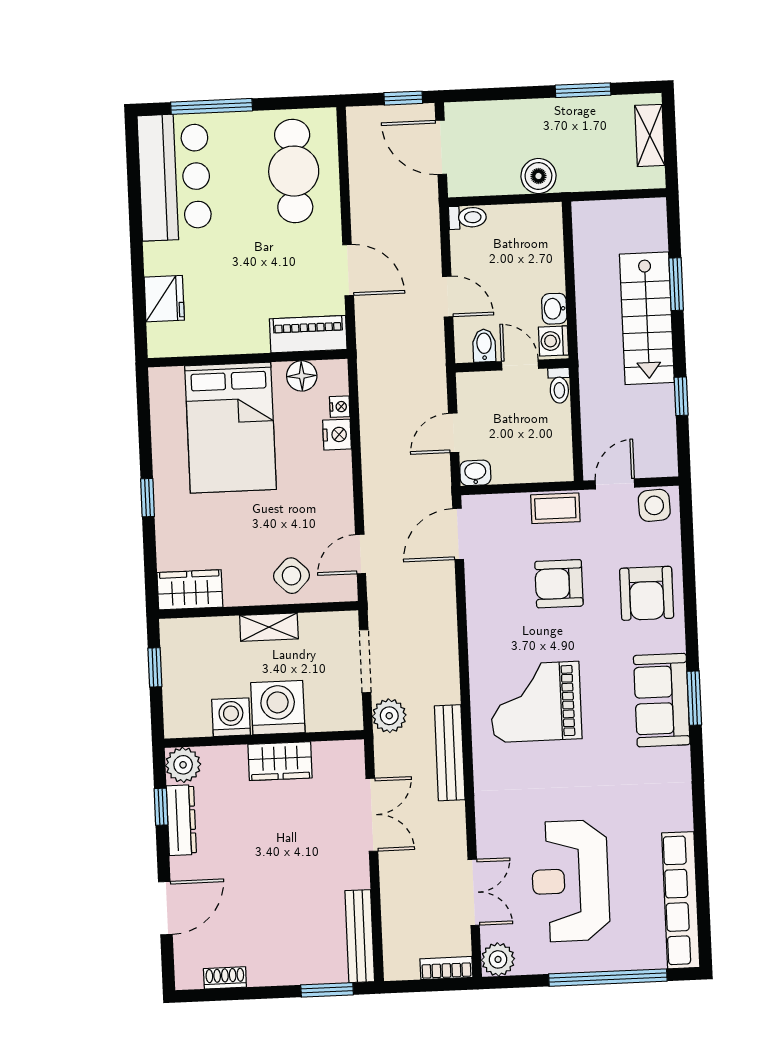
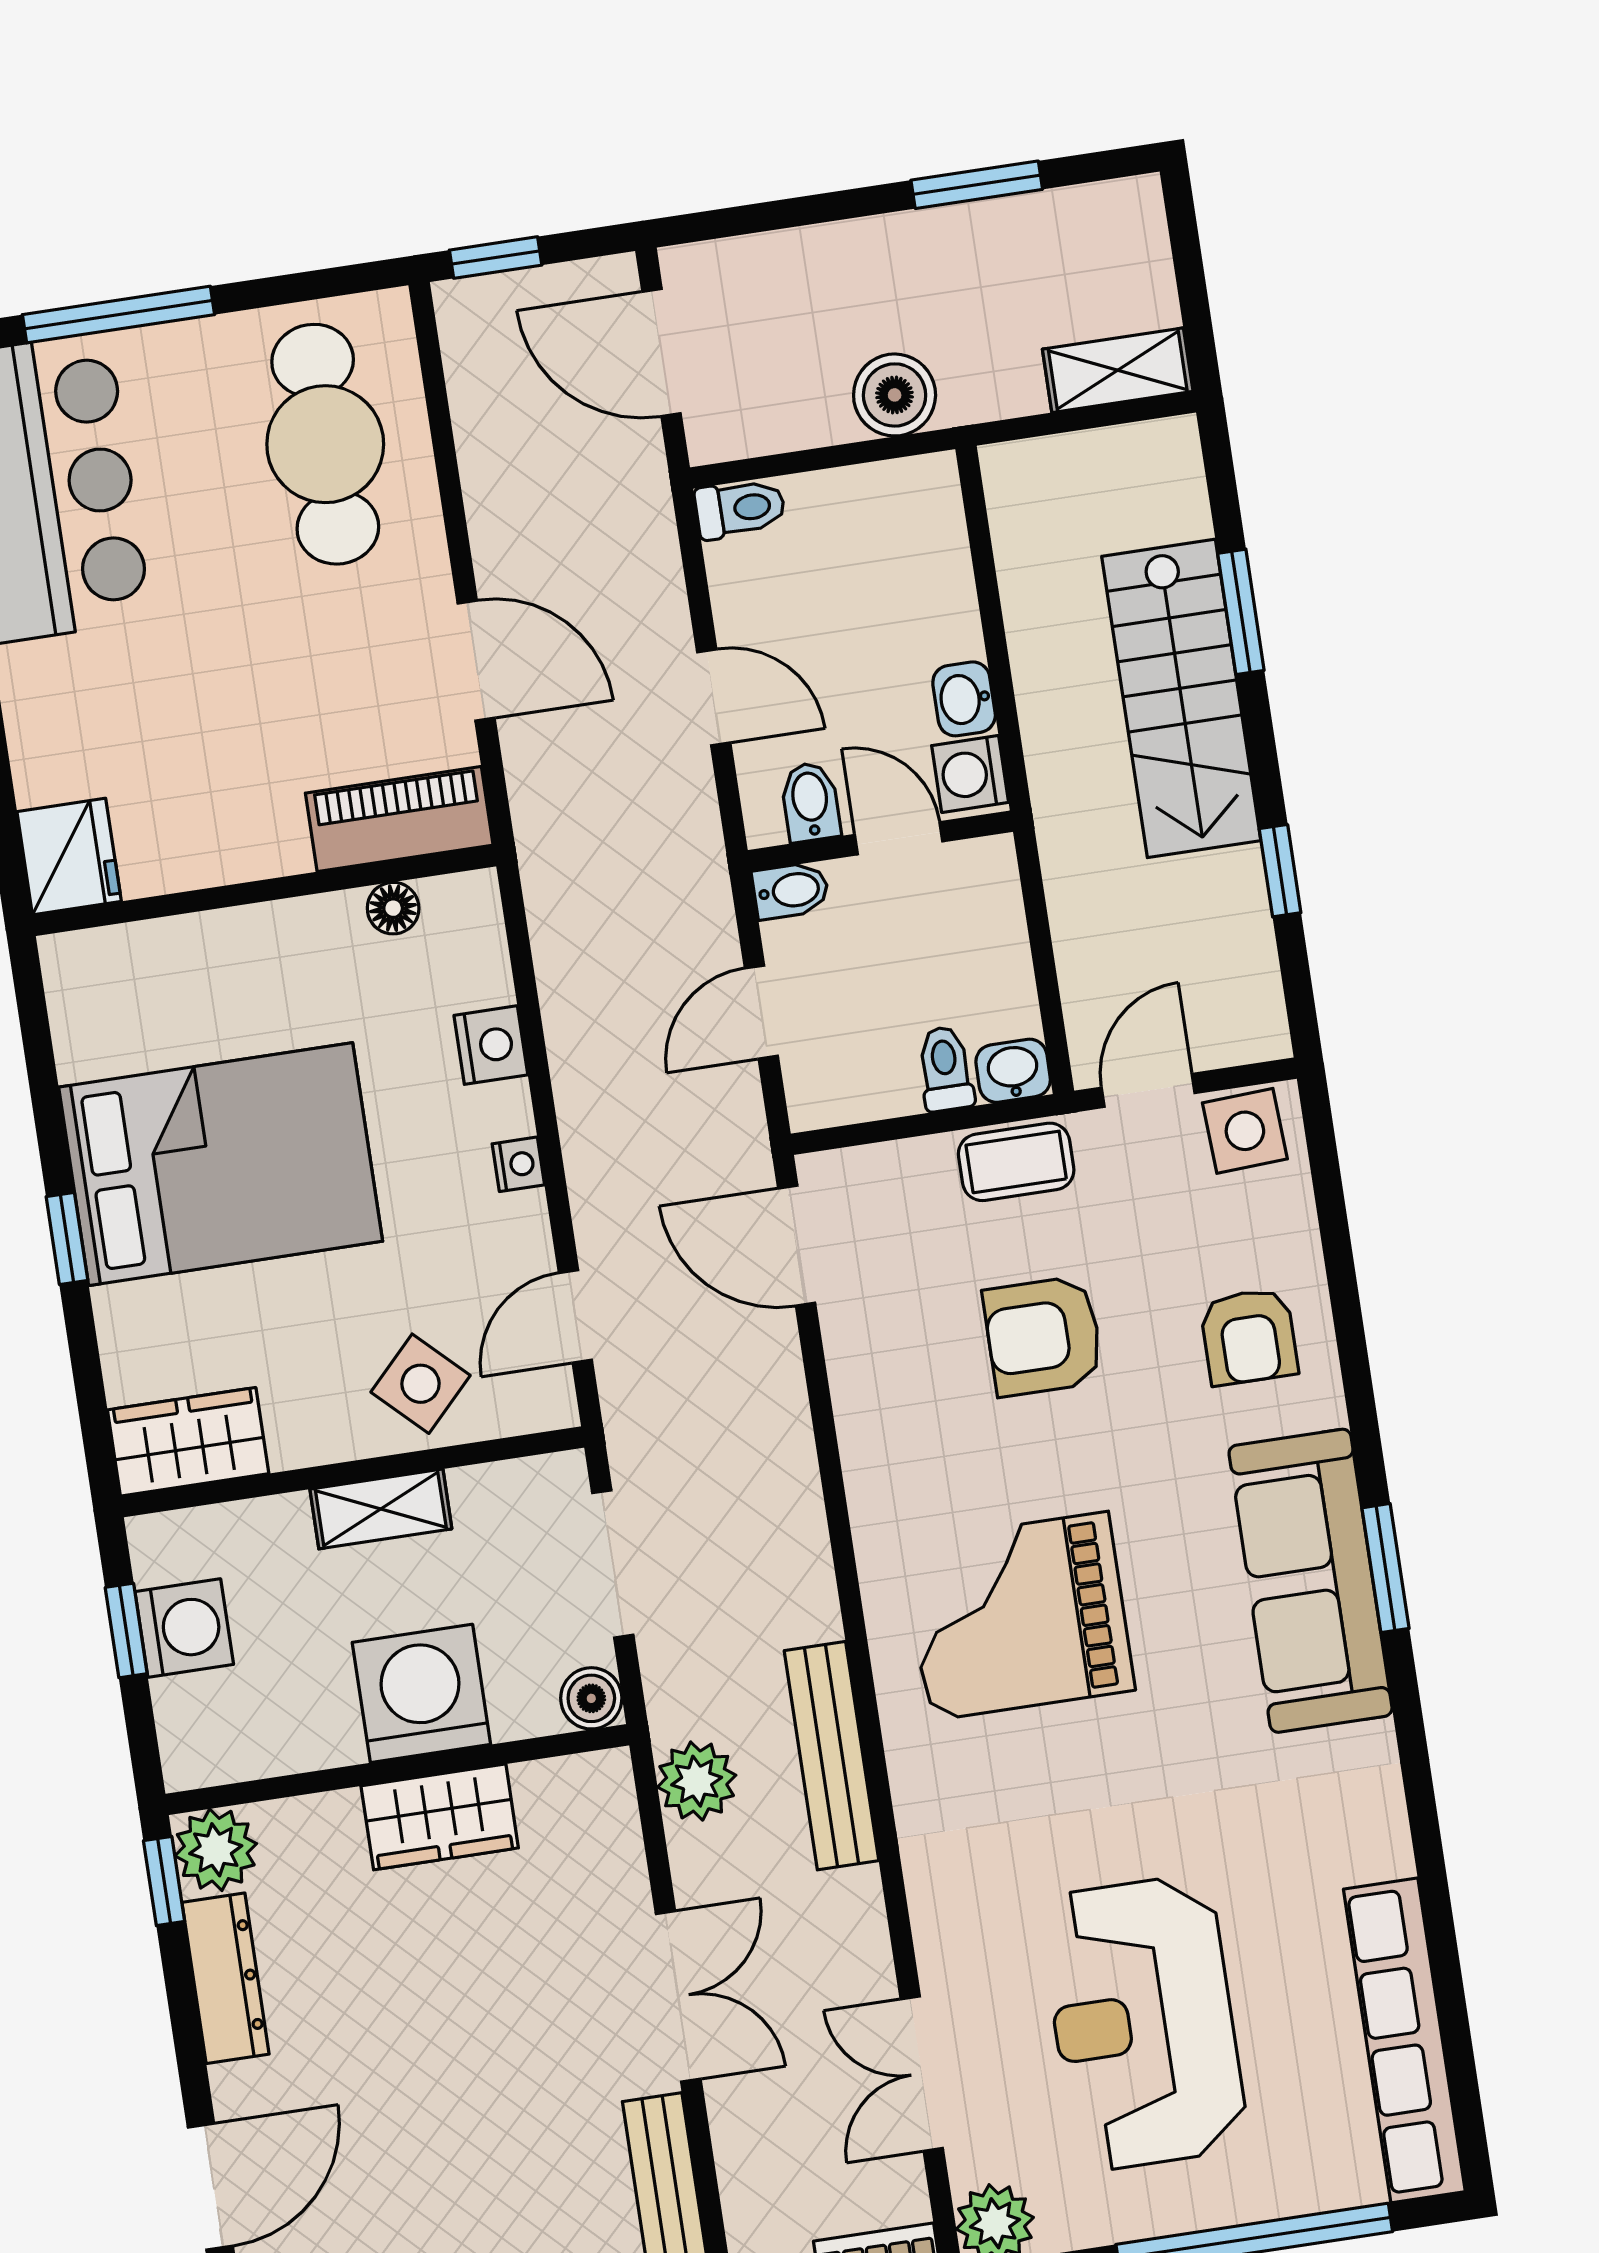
window: (403, 98) -> (496, 258), moved
shelving: (650, 135) -> (1118, 370), moved, turned 90
fridge: (164, 299) -> (69, 856), moved
floor lamp: (302, 376) -> (393, 908), width x0.73, depth x0.73
bidet: (472, 382) -> (791, 891), added
toilet: (559, 385) -> (945, 1069), moved, turned 180
nightstand: (340, 407) -> (518, 1164), moved
bed: (230, 428) -> (221, 1164), moved, turned -90
washbasin: (475, 473) -> (1013, 1071), moved
door: (458, 534) -> (797, 1246), hinge flipped
armchair: (647, 593) -> (1249, 1337), width x0.72, depth x0.72
sofa: (662, 700) -> (1311, 1581), width x1.36
plant: (389, 716) -> (697, 1781), moved
washing machine: (231, 717) -> (184, 1628), moved, turned 90
boiler: (350, 717) -> (591, 1698), added
window: (161, 807) -> (164, 1881), moved
double door: (372, 815) -> (678, 1996), moved
double door: (474, 892) -> (922, 2074), swing flipped

